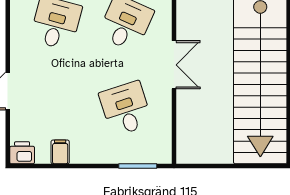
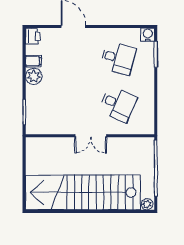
desk: (126, 109) -> (62, 104), removed
plant: (83, 151) -> (34, 76), added

